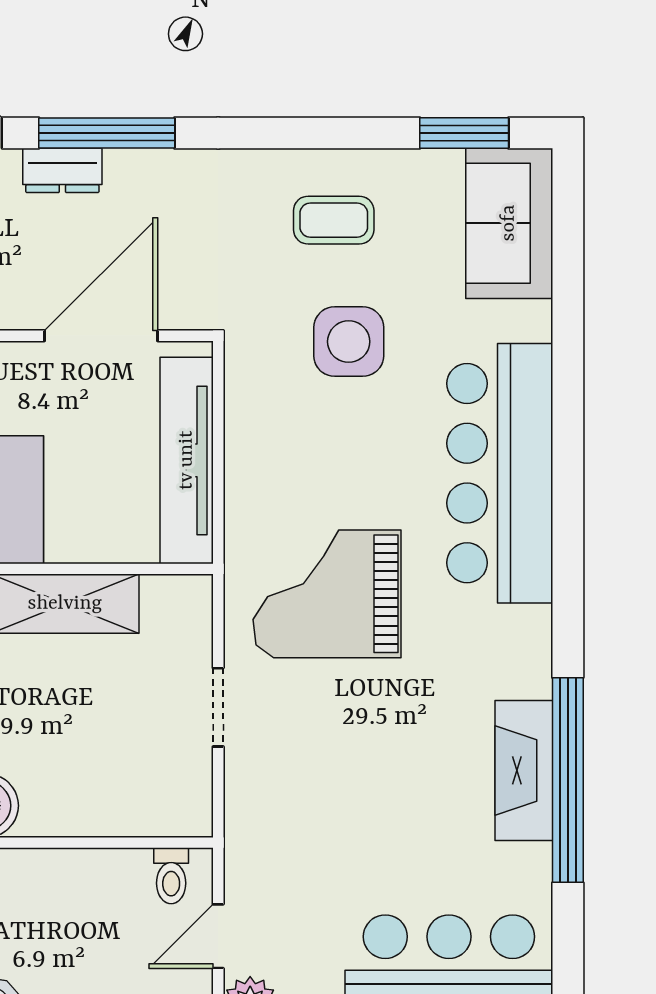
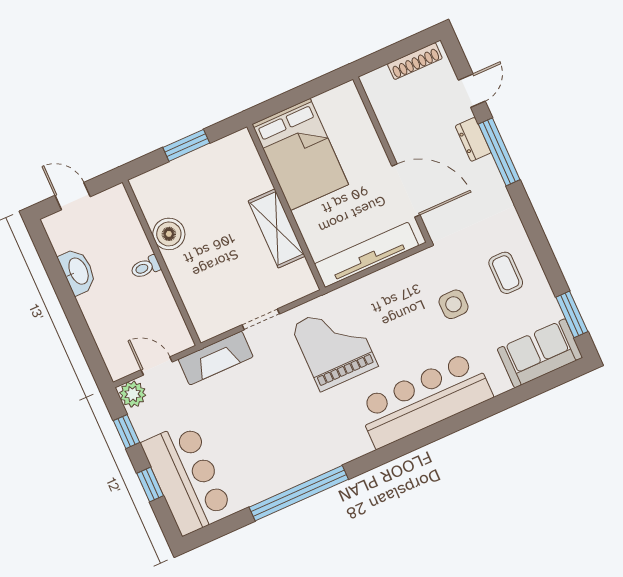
side table: (349, 342) -> (454, 304), width x0.73, depth x0.73
fireplace: (524, 770) -> (216, 358), moved, turned 180
toilet: (171, 876) -> (145, 267), moved

